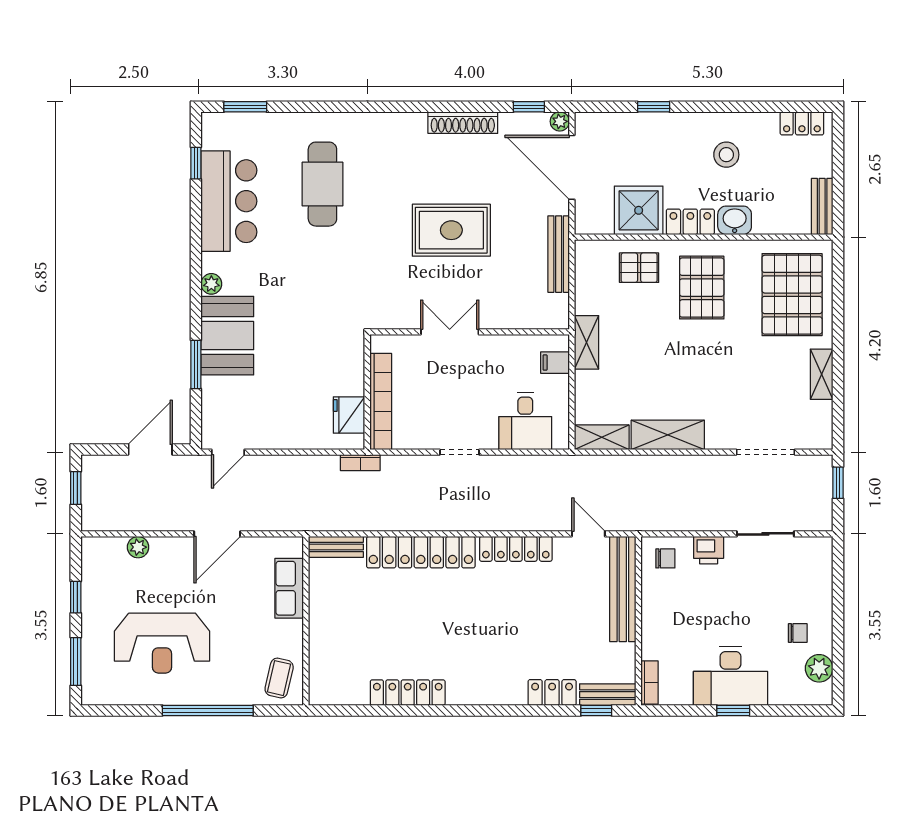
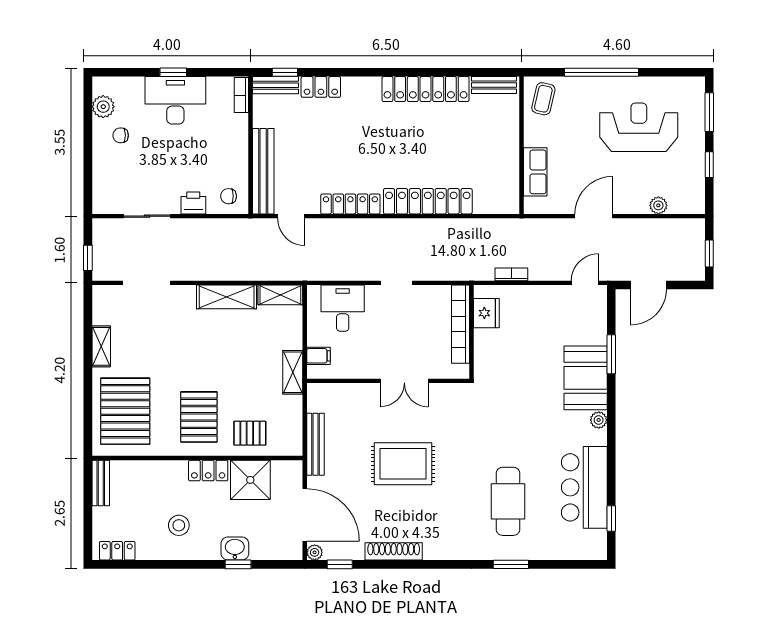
window: (245, 107) -> (511, 564), moved
washbasin: (735, 220) -> (235, 549), moved, turned 180
bookcase: (360, 463) -> (511, 274), moved
bench: (336, 547) -> (494, 85), moved
locker: (408, 693) -> (426, 89), width x1.41, depth x1.21

